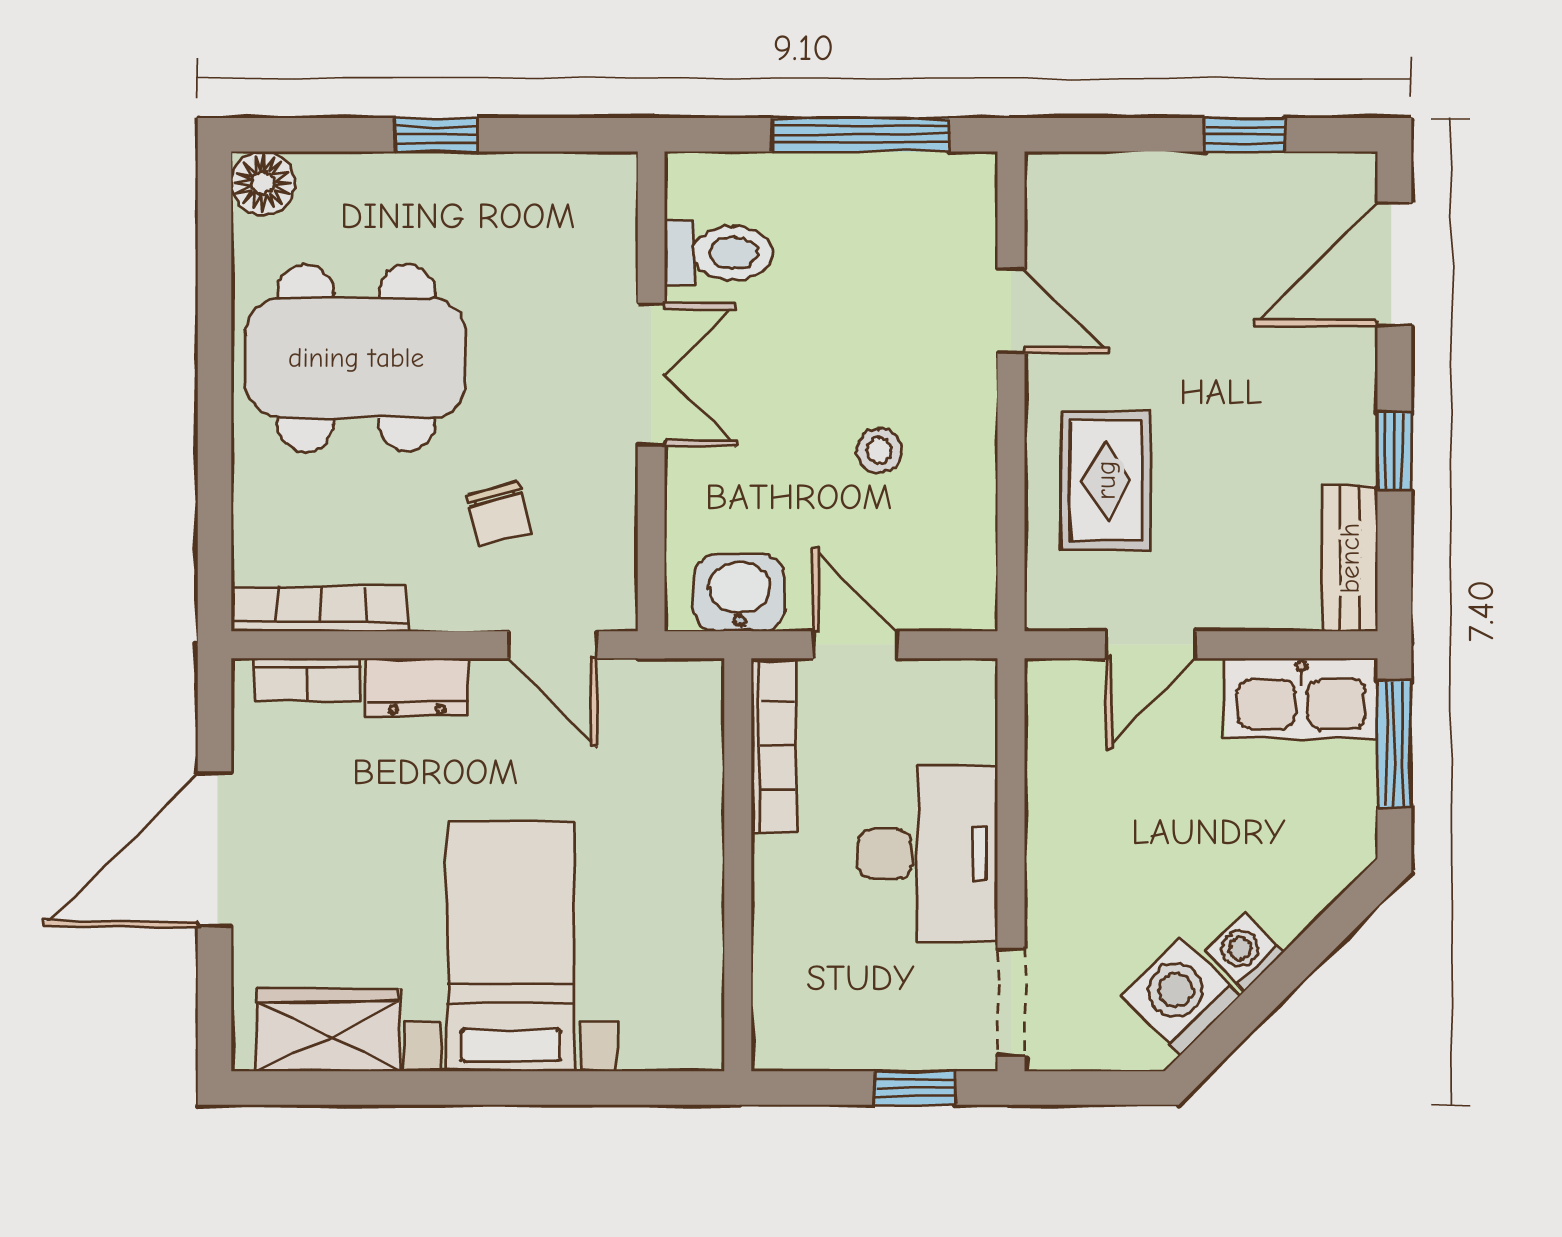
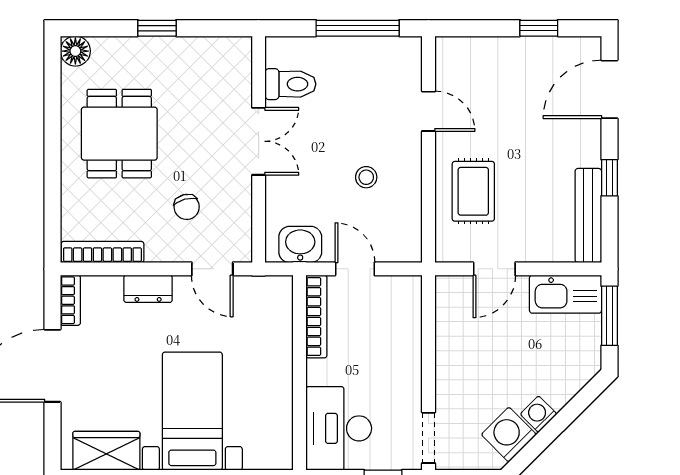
dining table: (356, 358) -> (119, 134), width x0.73
bench: (1350, 558) -> (588, 216), width x1.36
bookcase: (307, 679) -> (70, 300), moved, turned -90
desk: (928, 854) -> (339, 428), moved, turned 180

